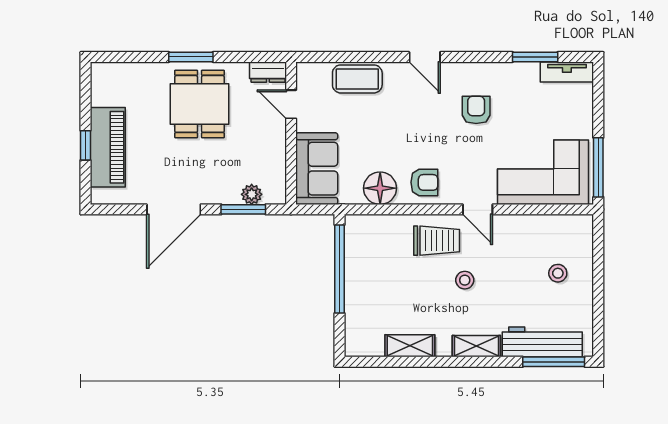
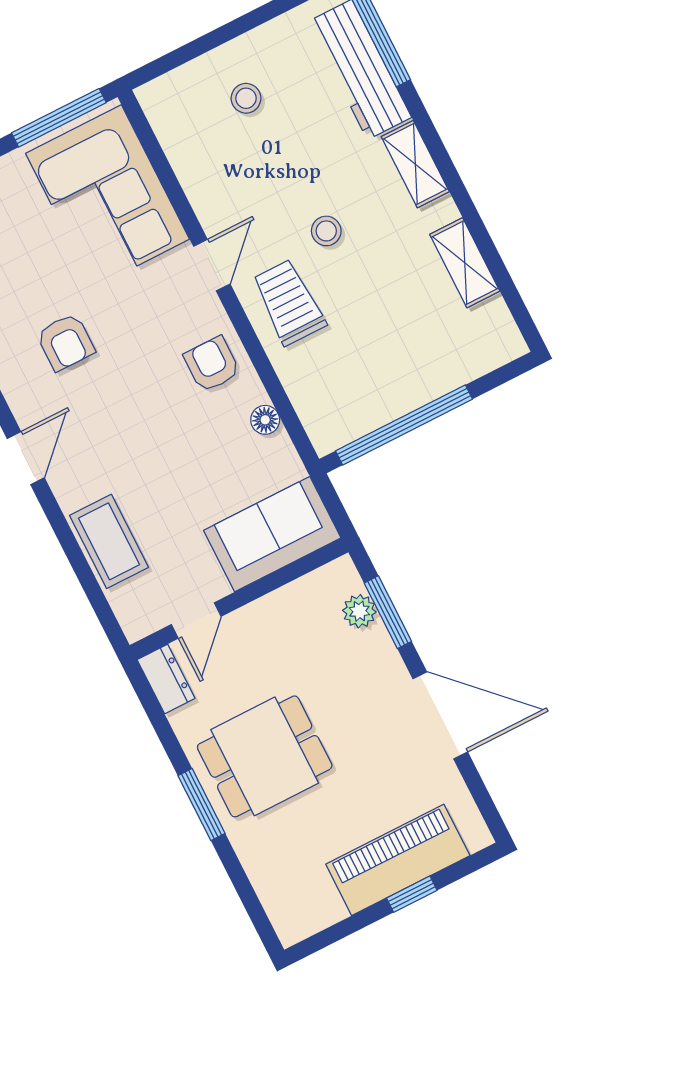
armchair: (476, 110) -> (65, 342), turned -90
floor lamp: (380, 188) -> (265, 420), width x0.53, depth x0.53

